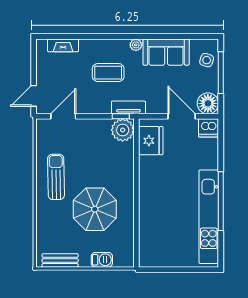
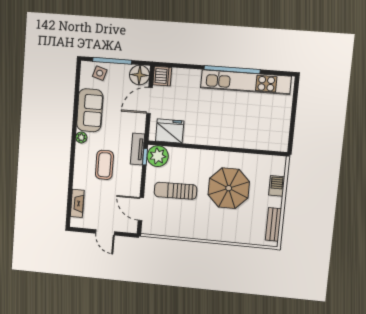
door: (34, 96) -> (105, 232), moved
sun lounger: (56, 177) -> (176, 191), moved

